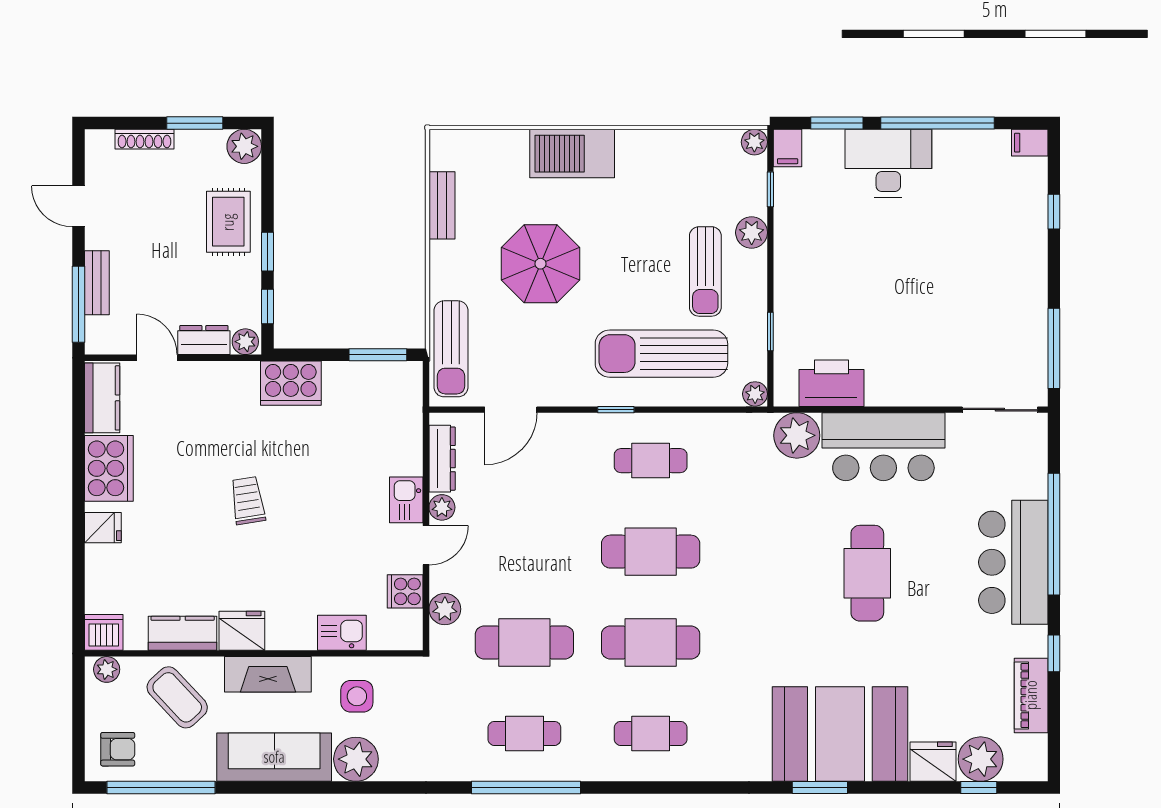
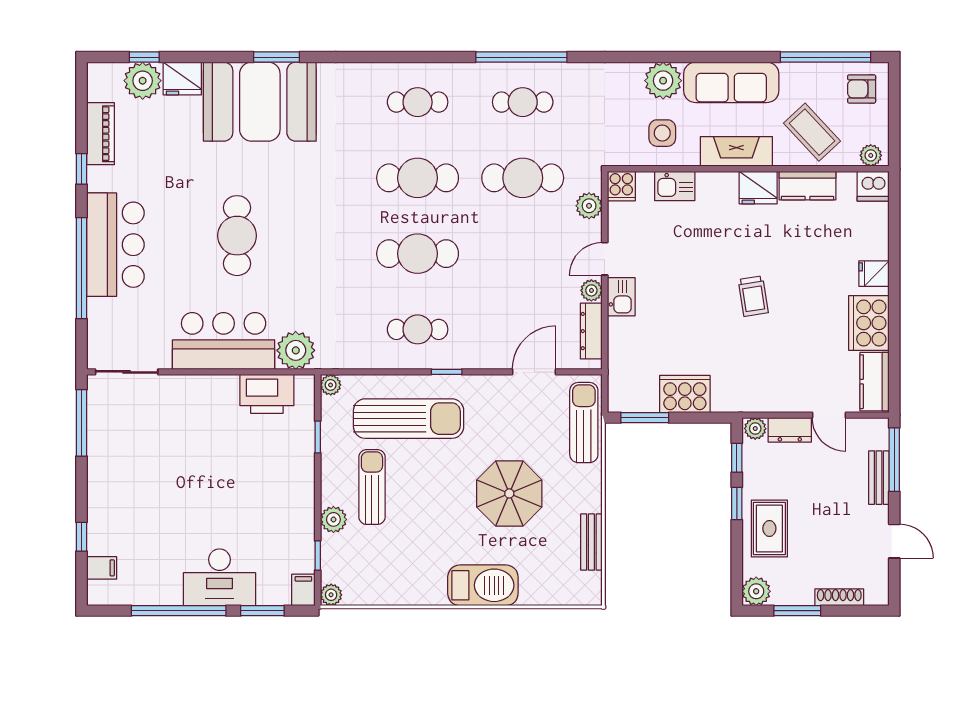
filing cabinet: (1030, 143) -> (102, 568), moved
cooker: (291, 383) -> (685, 394), moved
cooker: (405, 591) -> (621, 186), moved, turned 90

